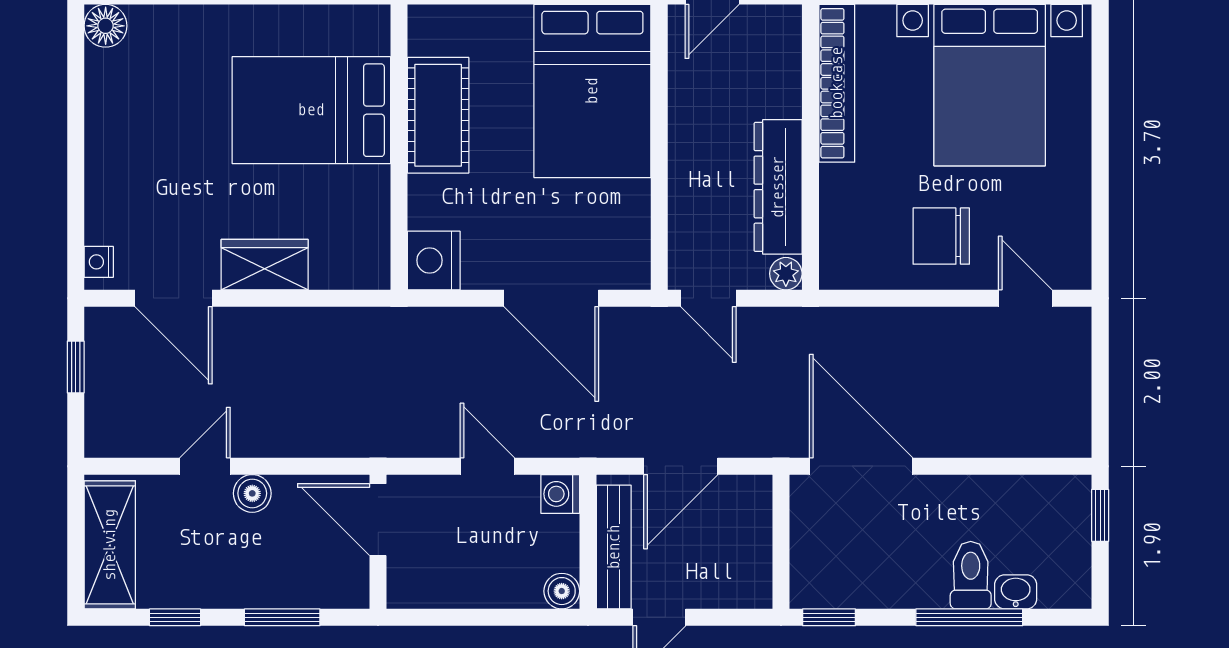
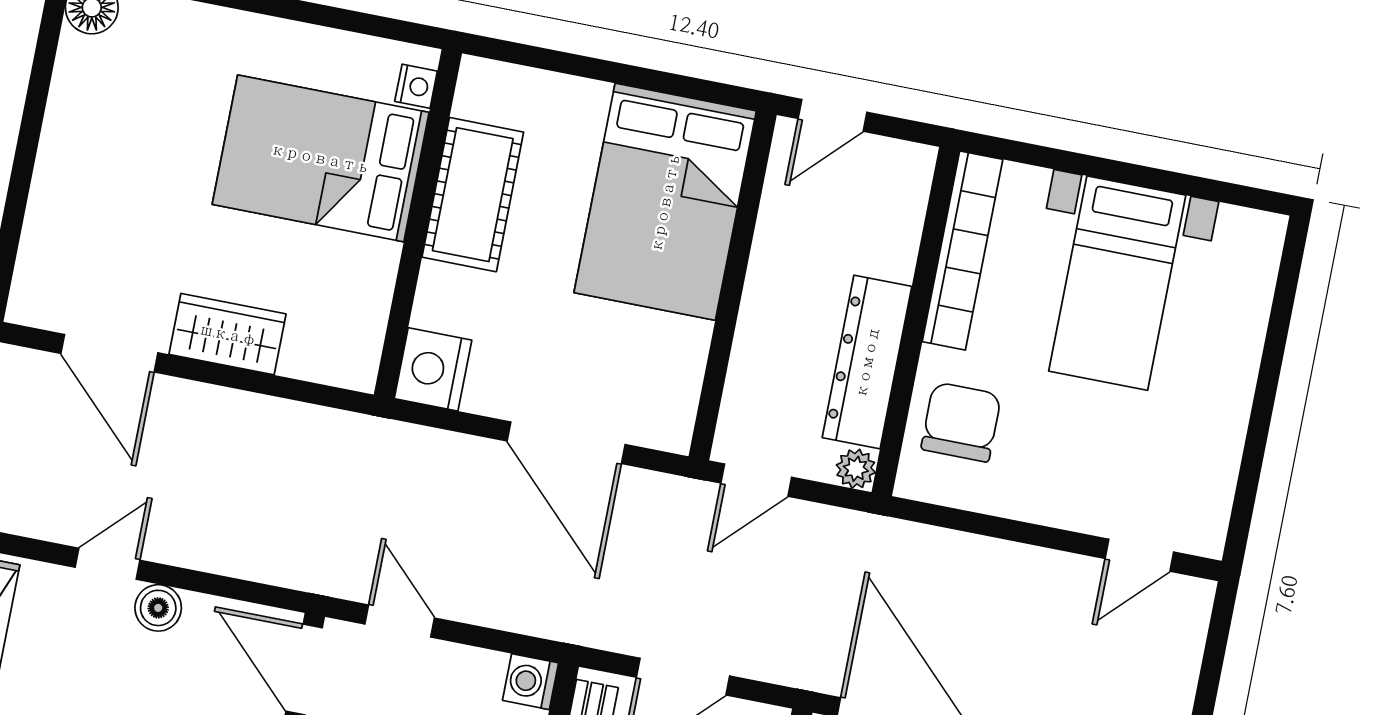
bed with nightstands: (990, 85) -> (1117, 283), width x0.73
chair: (941, 236) -> (961, 422), moved, turned 90
nightstand: (99, 262) -> (416, 86), moved, turned 180
door: (708, 298) -> (756, 480), hinge flipped
door: (1025, 298) -> (1139, 555), swing flipped
door: (487, 466) -> (400, 621), moved

